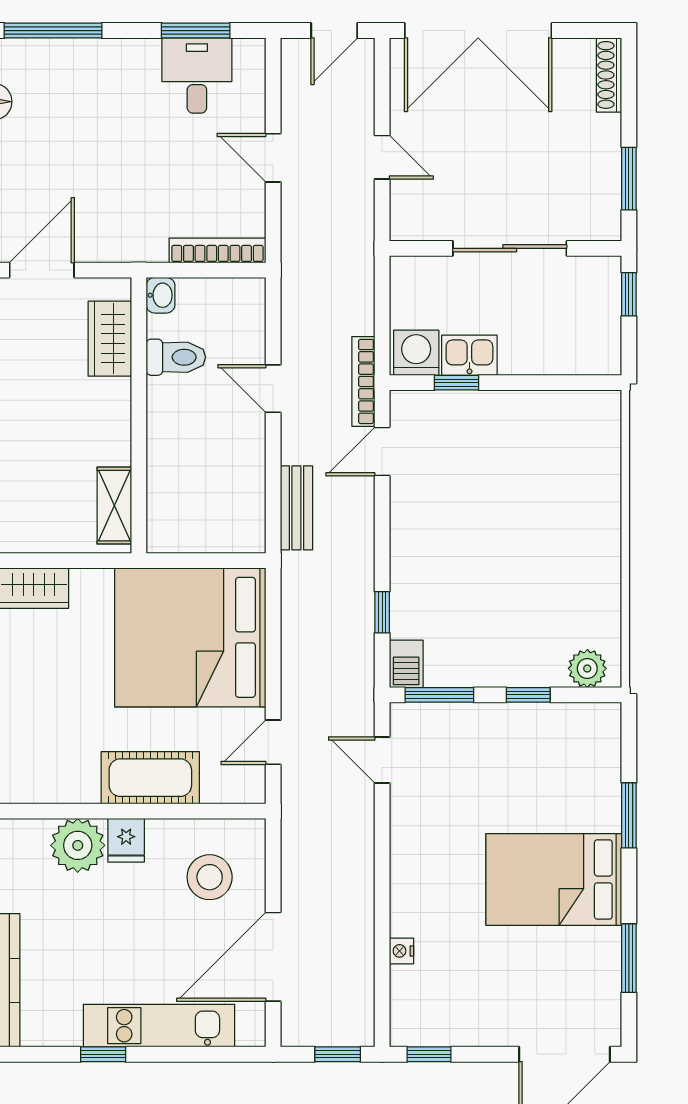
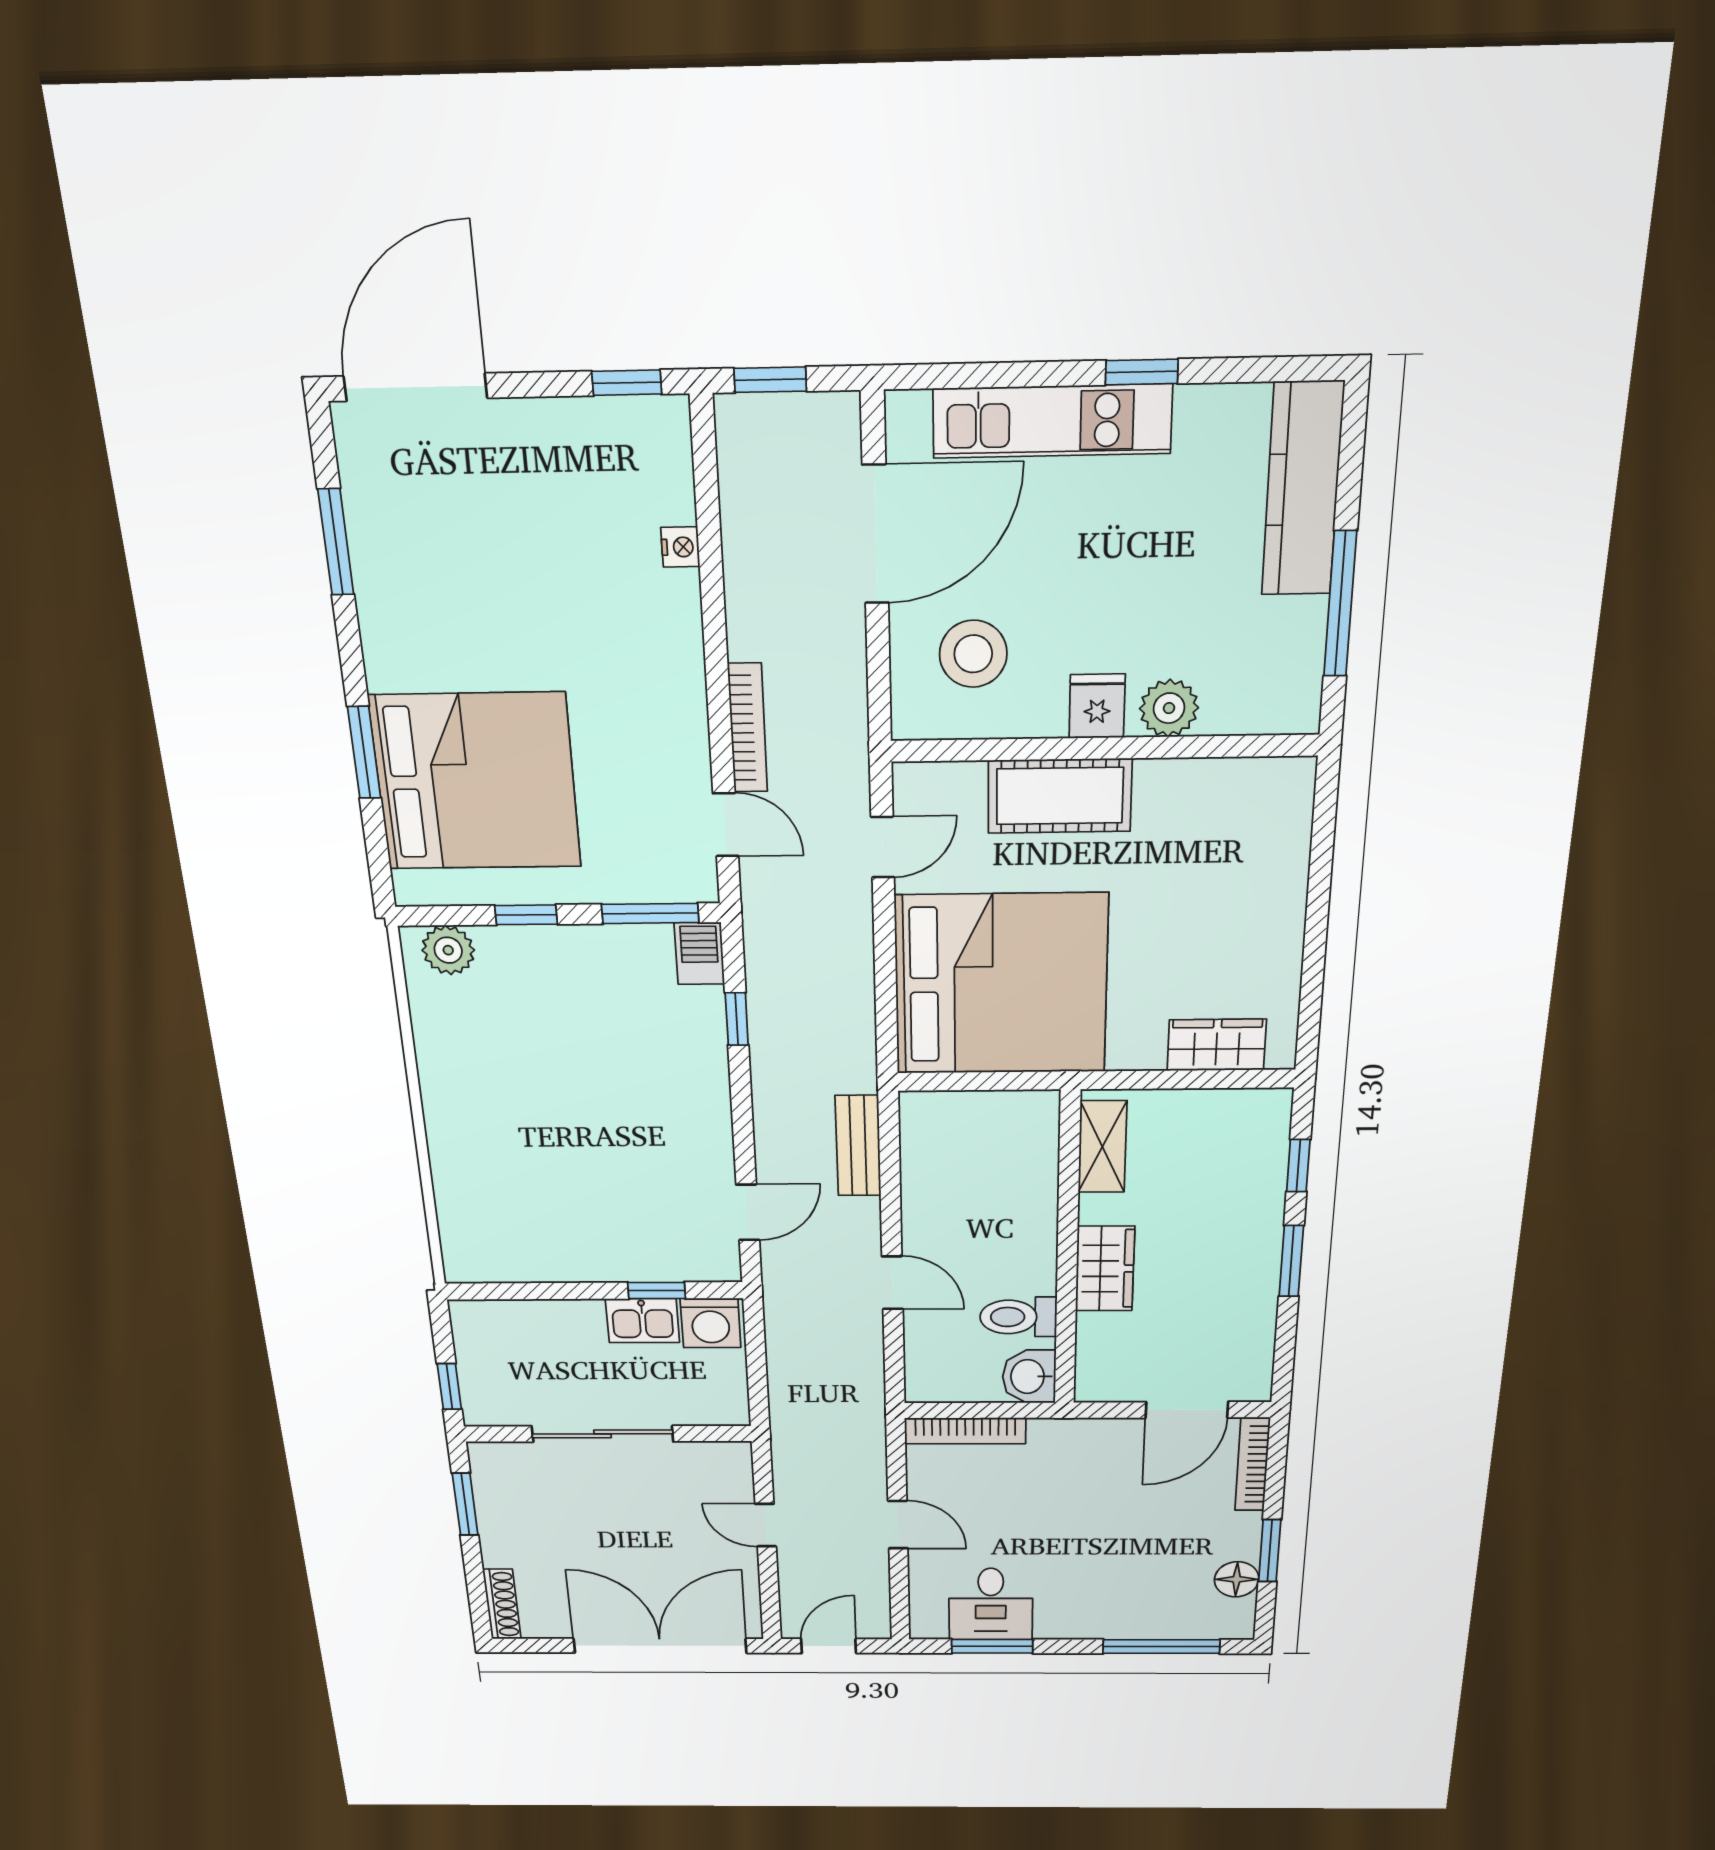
washbasin: (161, 295) -> (1029, 1376), width x1.38, depth x1.45
wardrobe: (110, 339) -> (1105, 1269), moved
bookcase: (363, 381) -> (748, 728), moved
plant: (78, 845) -> (1169, 708), width x0.73, depth x0.73
bed: (554, 879) -> (476, 782), moved, width x1.36

